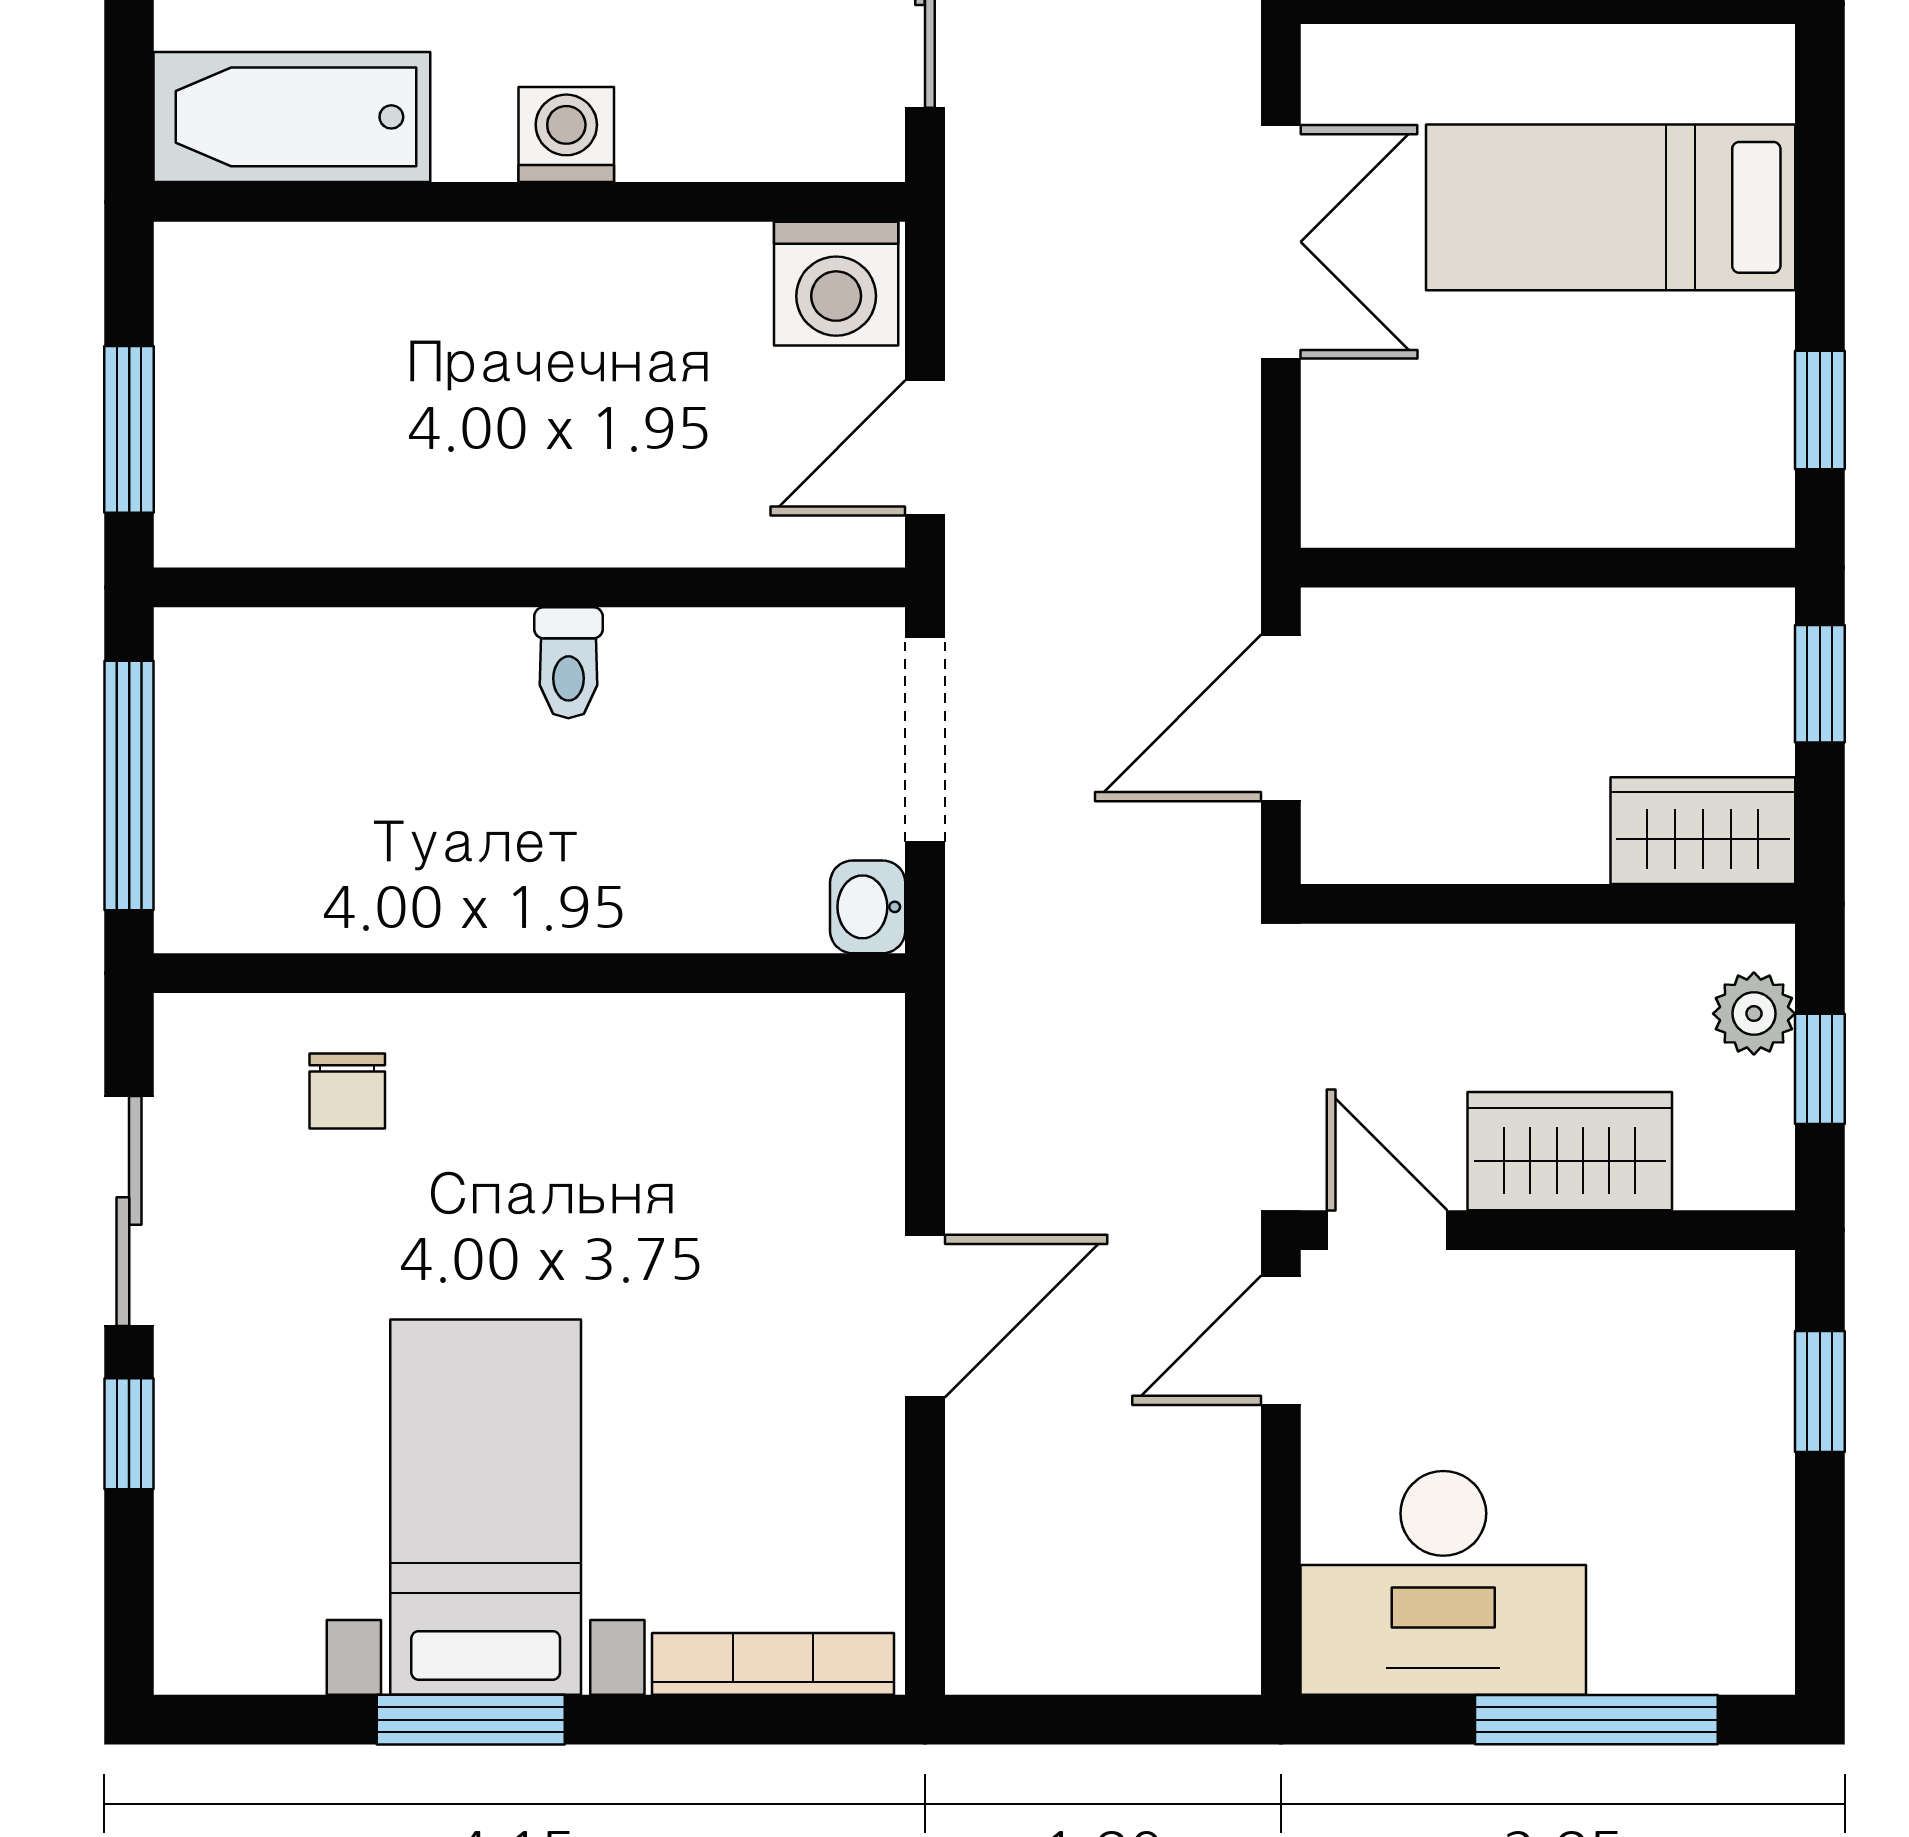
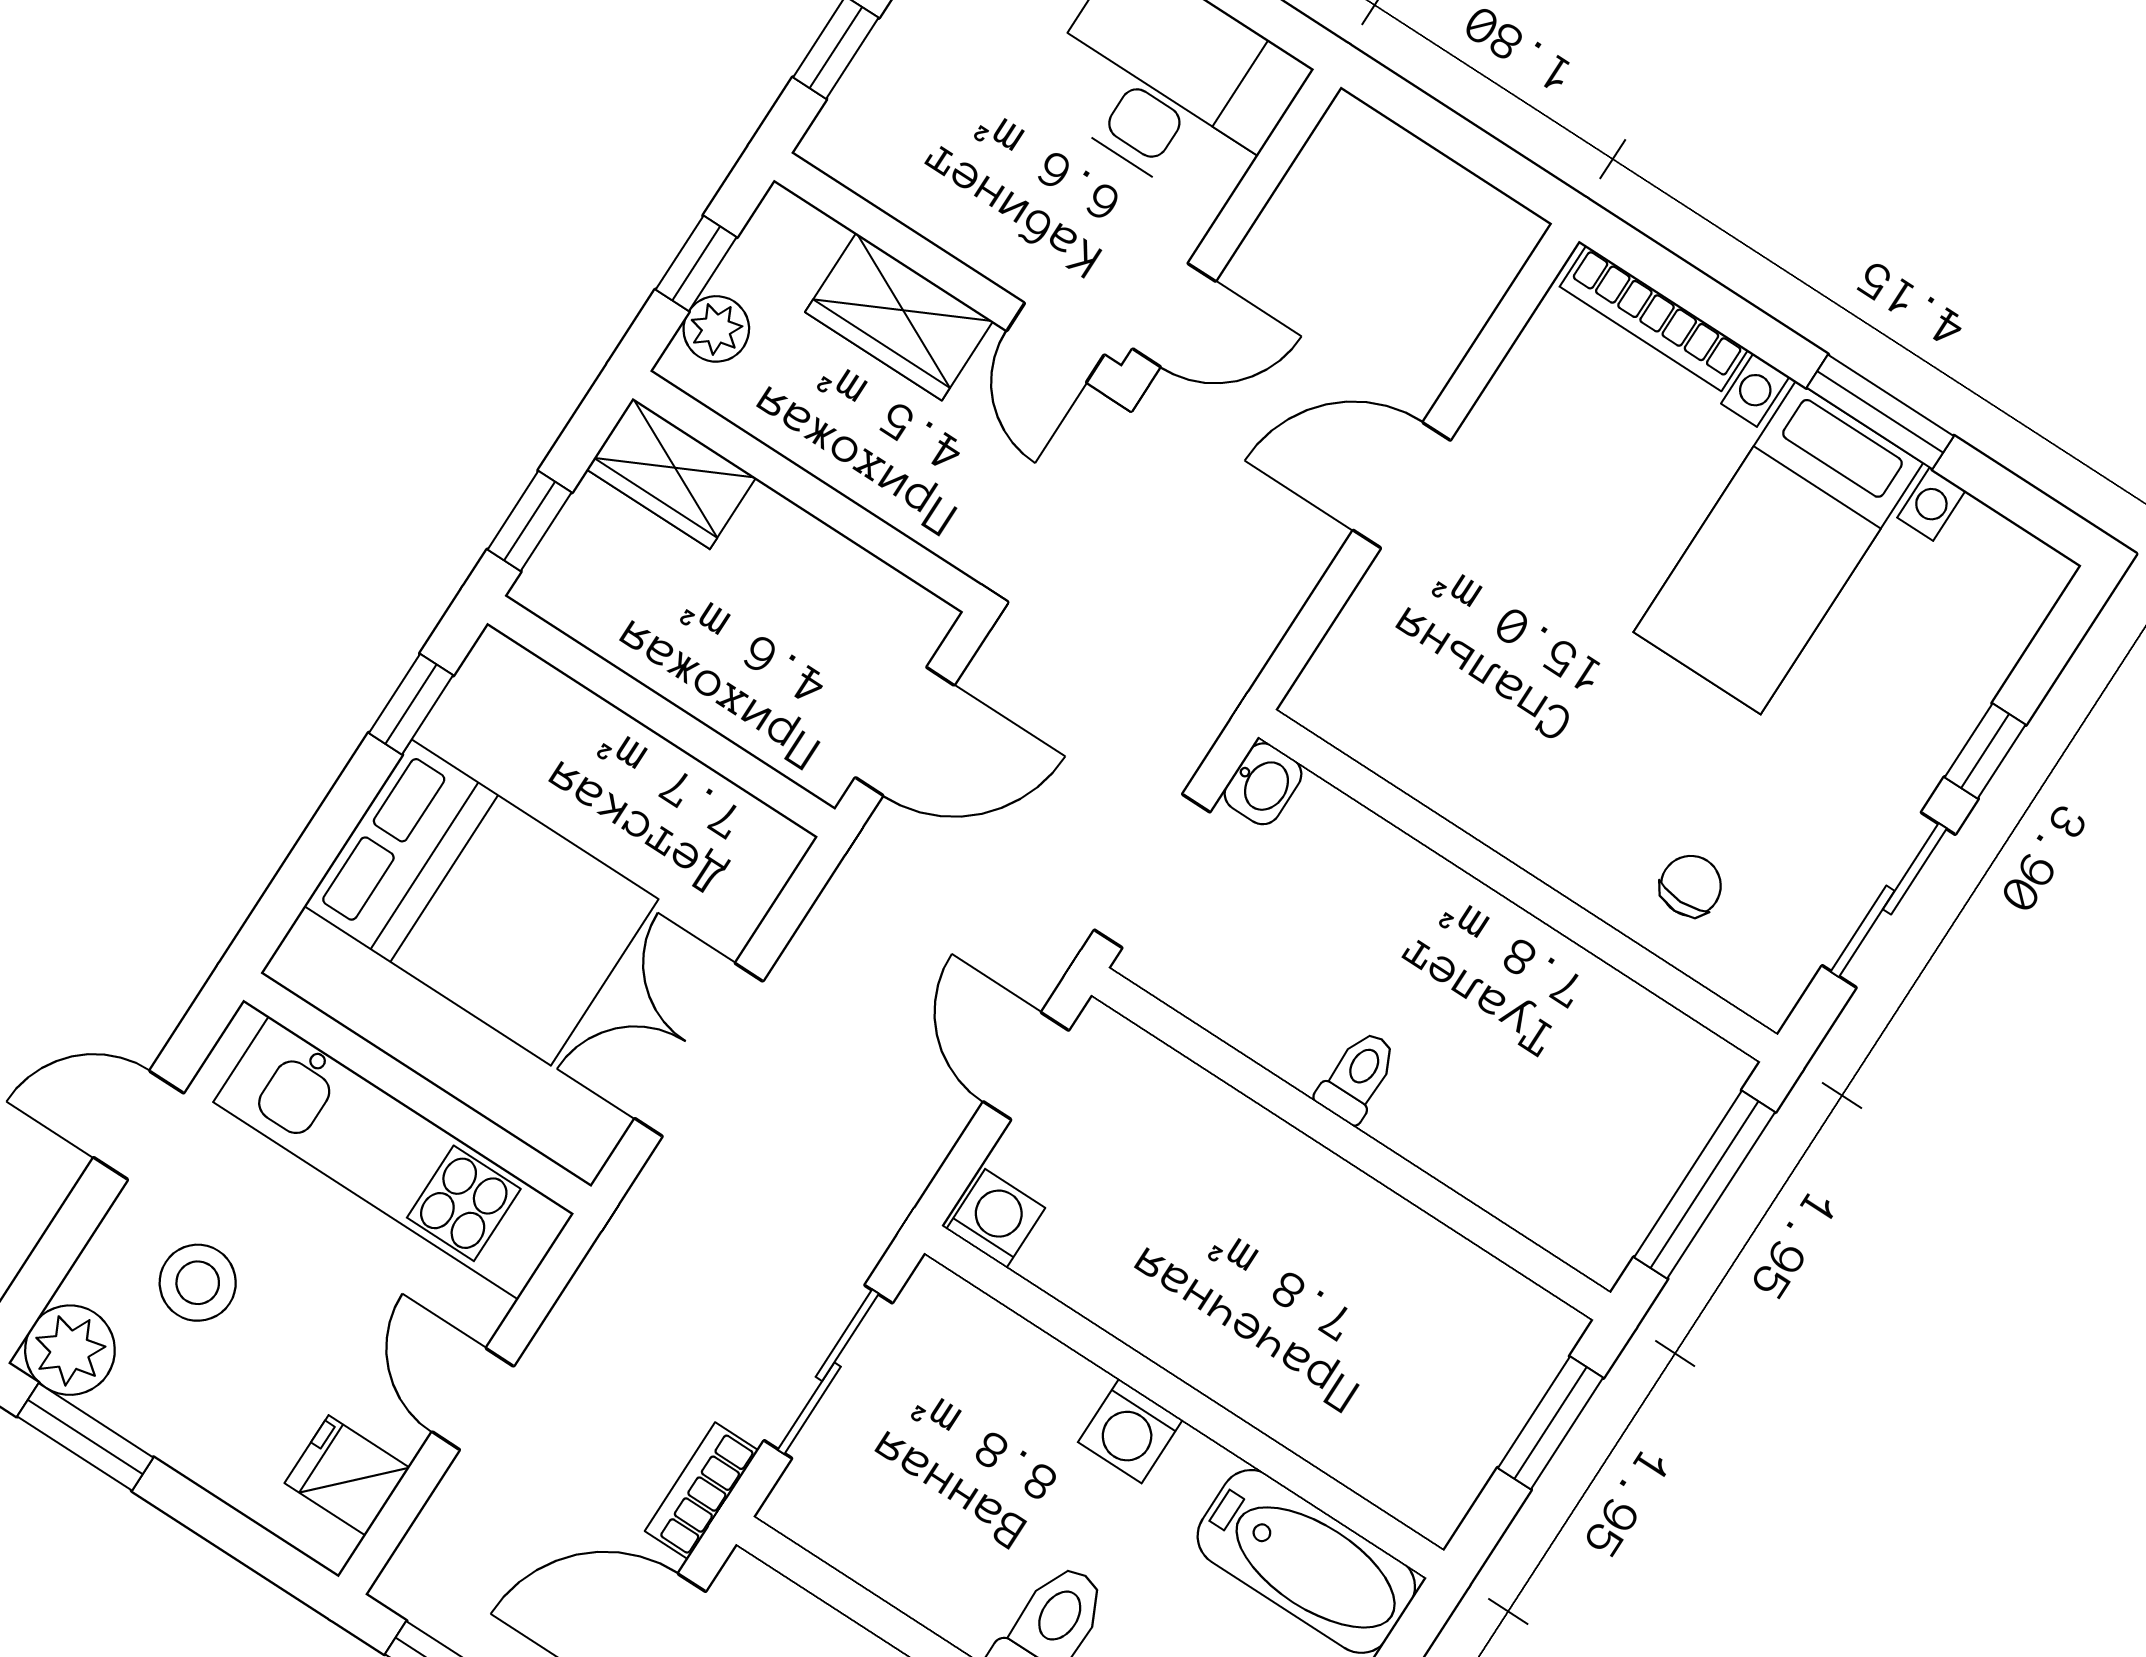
bed: (1611, 207) -> (481, 902), width x1.50
washing machine: (836, 284) -> (996, 1218), width x0.73, depth x0.73
door: (925, 448) -> (1026, 1066), swing flipped

